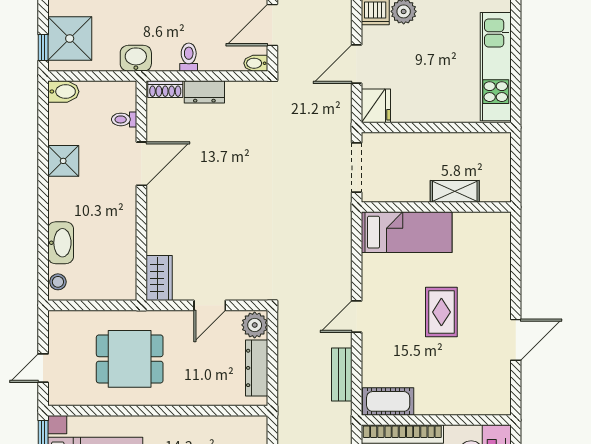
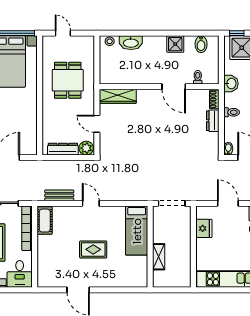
bidet: (63, 92) -> (201, 44), moved
fridge: (376, 106) -> (204, 228), moved, turned -90
wardrobe: (159, 278) -> (118, 96), width x1.50

